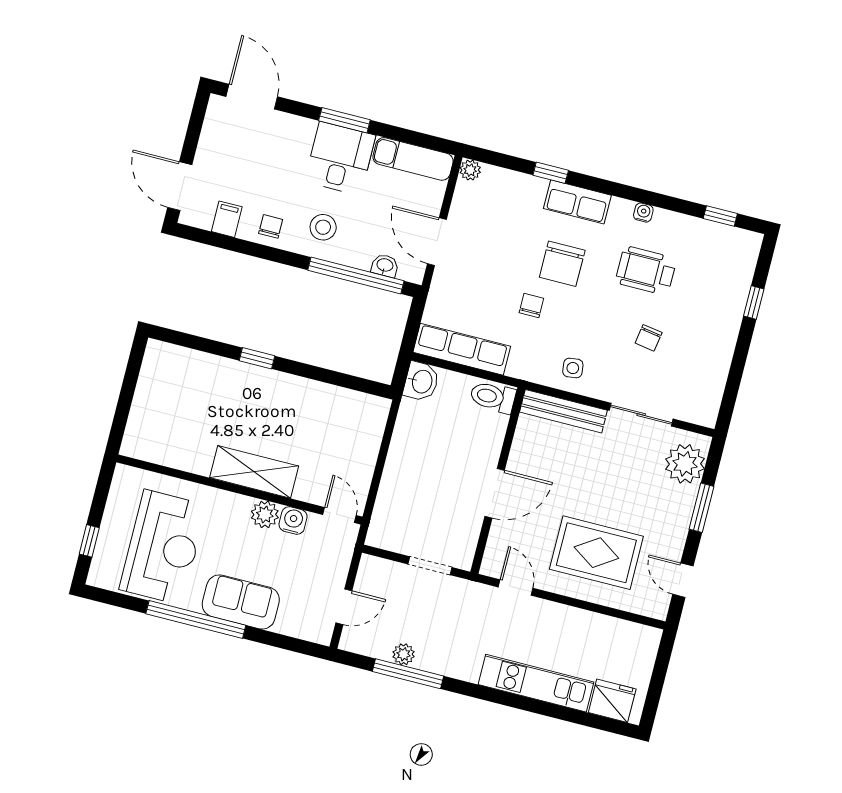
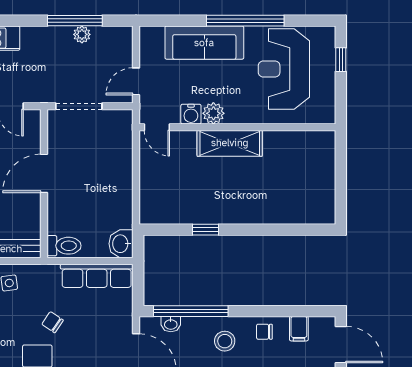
chair: (271, 226) -> (264, 332), turned 90
chair: (531, 305) -> (52, 322), turned 124
window: (257, 358) -> (206, 230), moved
doorway: (430, 566) -> (79, 106), width x1.38
sofa: (241, 602) -> (204, 43), width x1.36
door: (344, 607) -> (136, 81), moved

